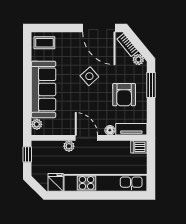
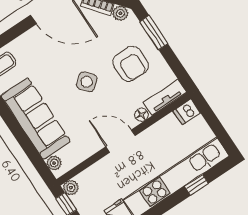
side table: (89, 76) -> (87, 82), moved
plant: (69, 146) -> (71, 188), moved
window: (115, 196) -> (196, 185), added

